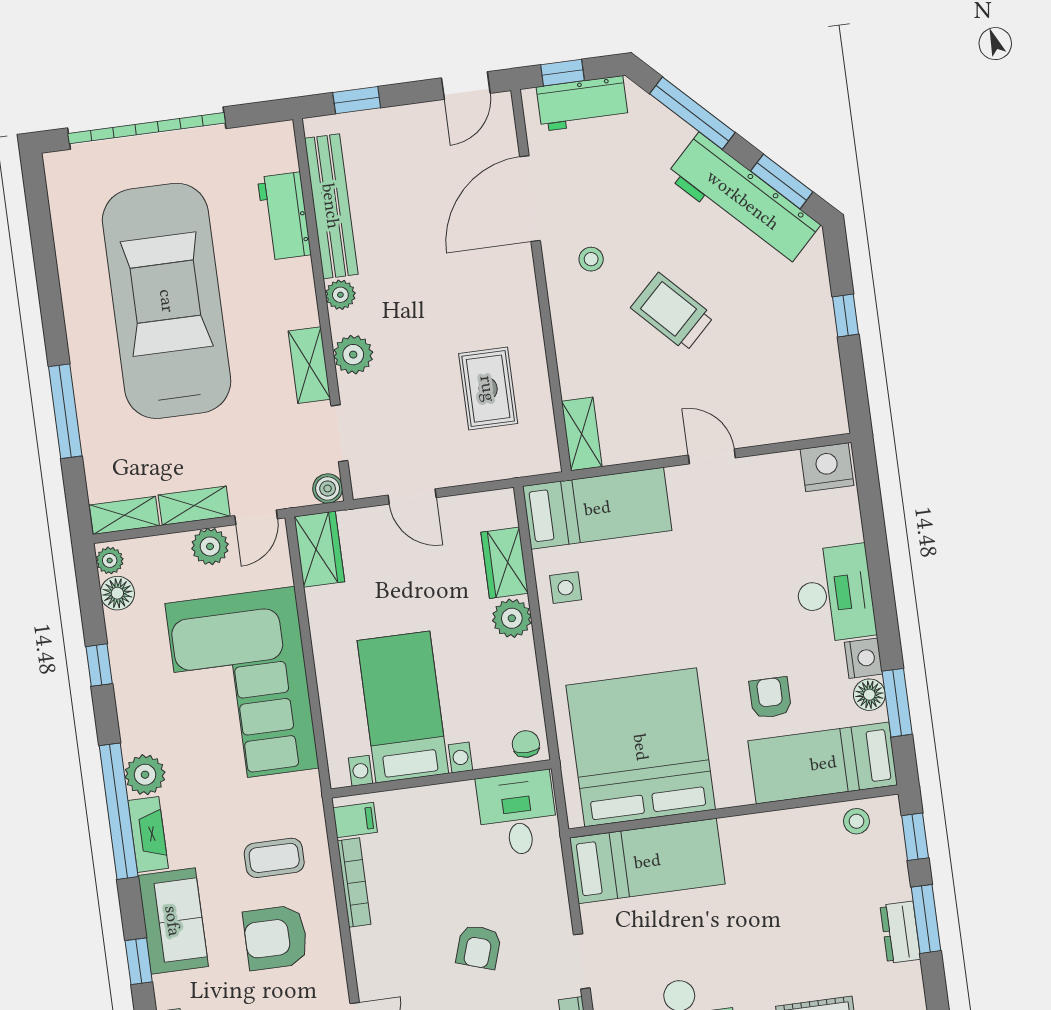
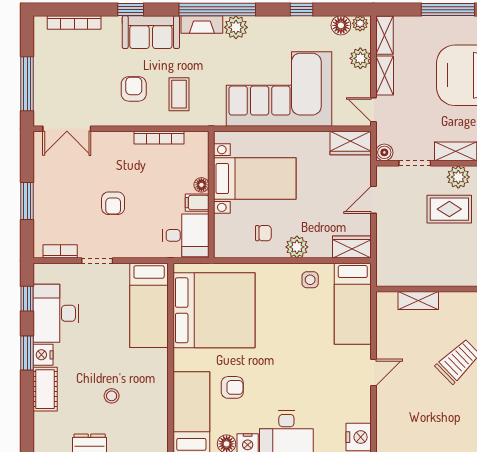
rug: (488, 389) -> (449, 209), moved
shelving: (582, 434) -> (418, 301), moved
plant: (210, 546) -> (360, 58), moved
wardrobe: (505, 563) -> (352, 247), moved
chair: (526, 744) -> (263, 233), moved
floor lamp: (426, 798) -> (201, 185), added
filing cabinet: (355, 820) -> (197, 203), moved, turned 90
stool: (856, 821) -> (112, 396), moved
armchair: (276, 938) -> (134, 89), width x0.72, depth x0.72
armchair: (479, 947) -> (113, 203), turned -108

